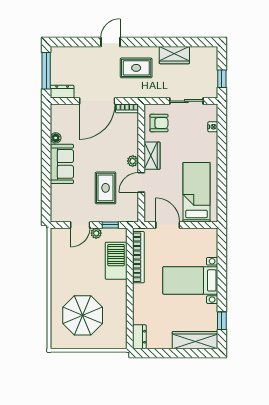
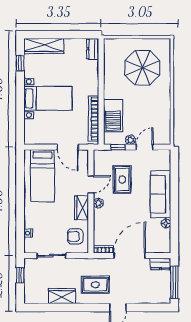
sofa: (62, 164) -> (161, 194), width x1.36

